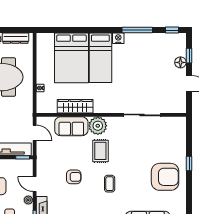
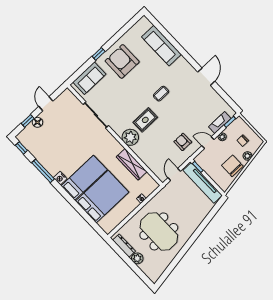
sofa: (71, 126) -> (89, 78), moved, turned 90
armchair: (74, 177) -> (183, 142), moved
door: (35, 184) -> (208, 143), swing flipped

